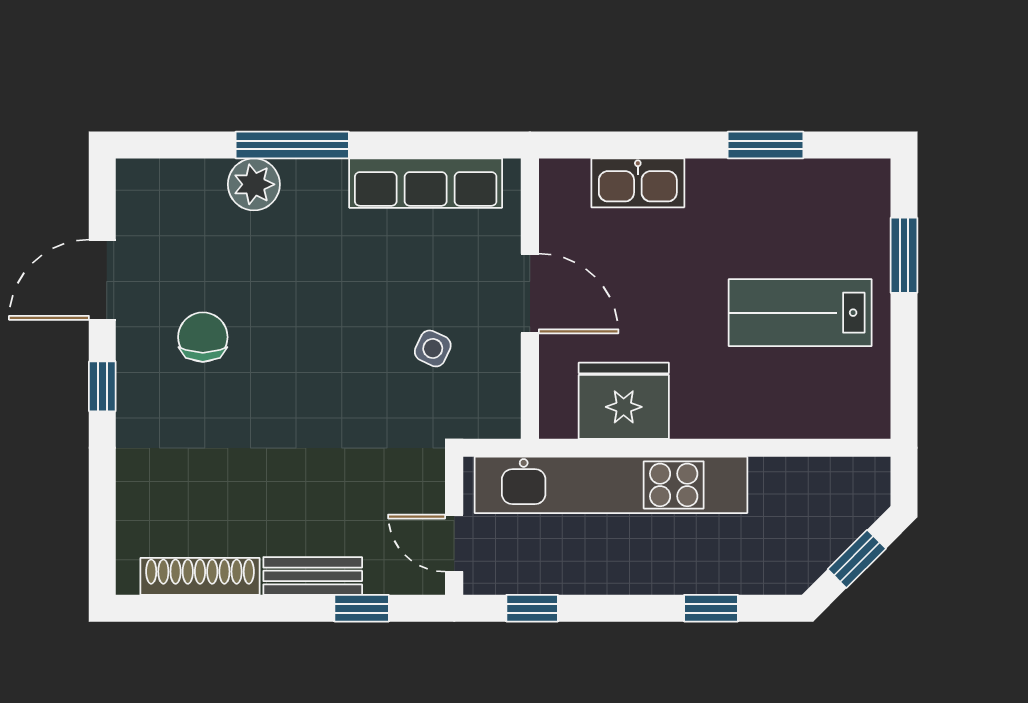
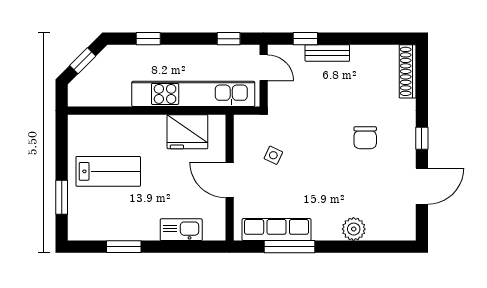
window: (292, 145) -> (290, 247), moved
chair: (203, 337) -> (365, 138), moved
shoe rack: (200, 576) -> (408, 71), moved, turned 90

